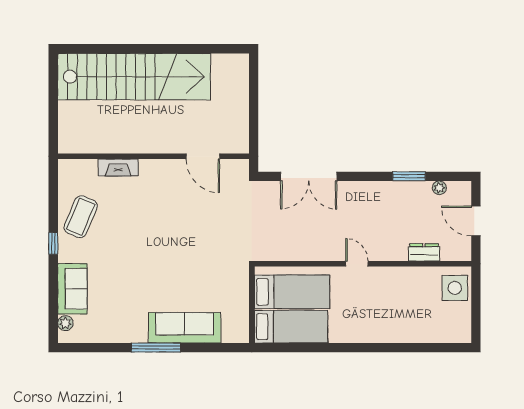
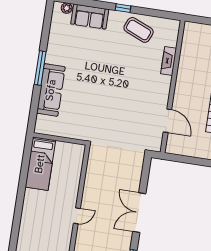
door: (203, 156) -> (167, 121), swing flipped
double door: (309, 176) -> (139, 213), moved
bed: (292, 292) -> (64, 168), removed

